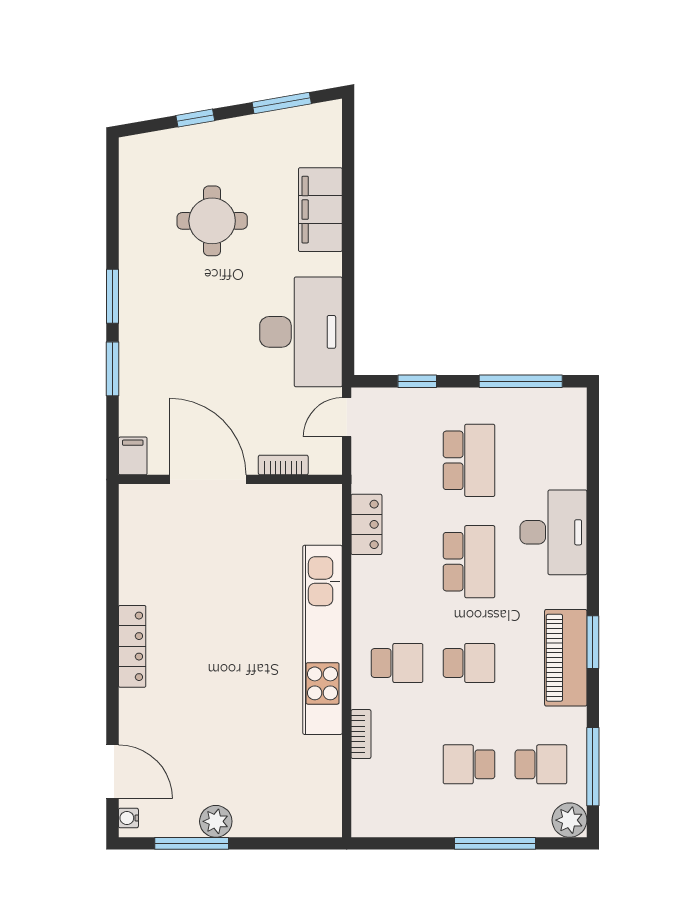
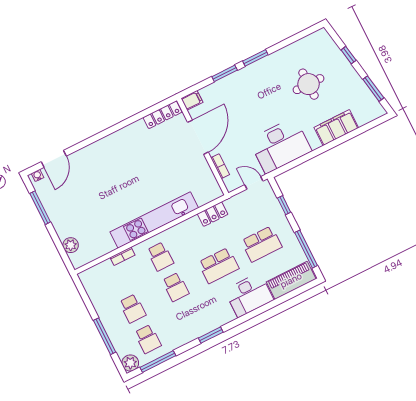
locker: (132, 646) -> (163, 115), moved
piano: (566, 658) -> (291, 280), moved
school desk: (469, 764) -> (133, 308), turned 180
plant: (216, 821) -> (71, 245), moved

